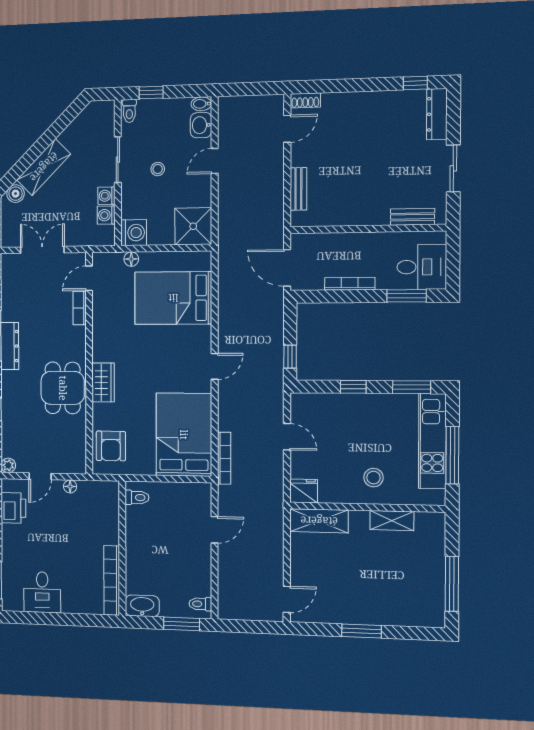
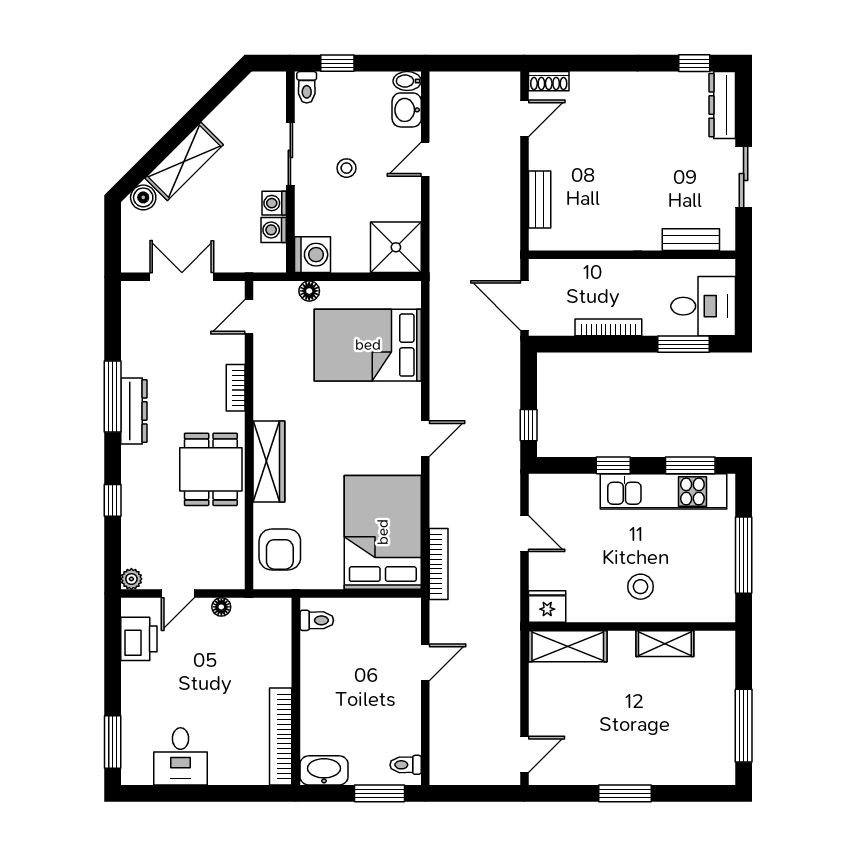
bookcase: (80, 308) -> (236, 388), moved
wardrobe: (103, 382) -> (269, 461), width x1.50
kitchen unit: (432, 441) -> (663, 491), moved, turned -90

